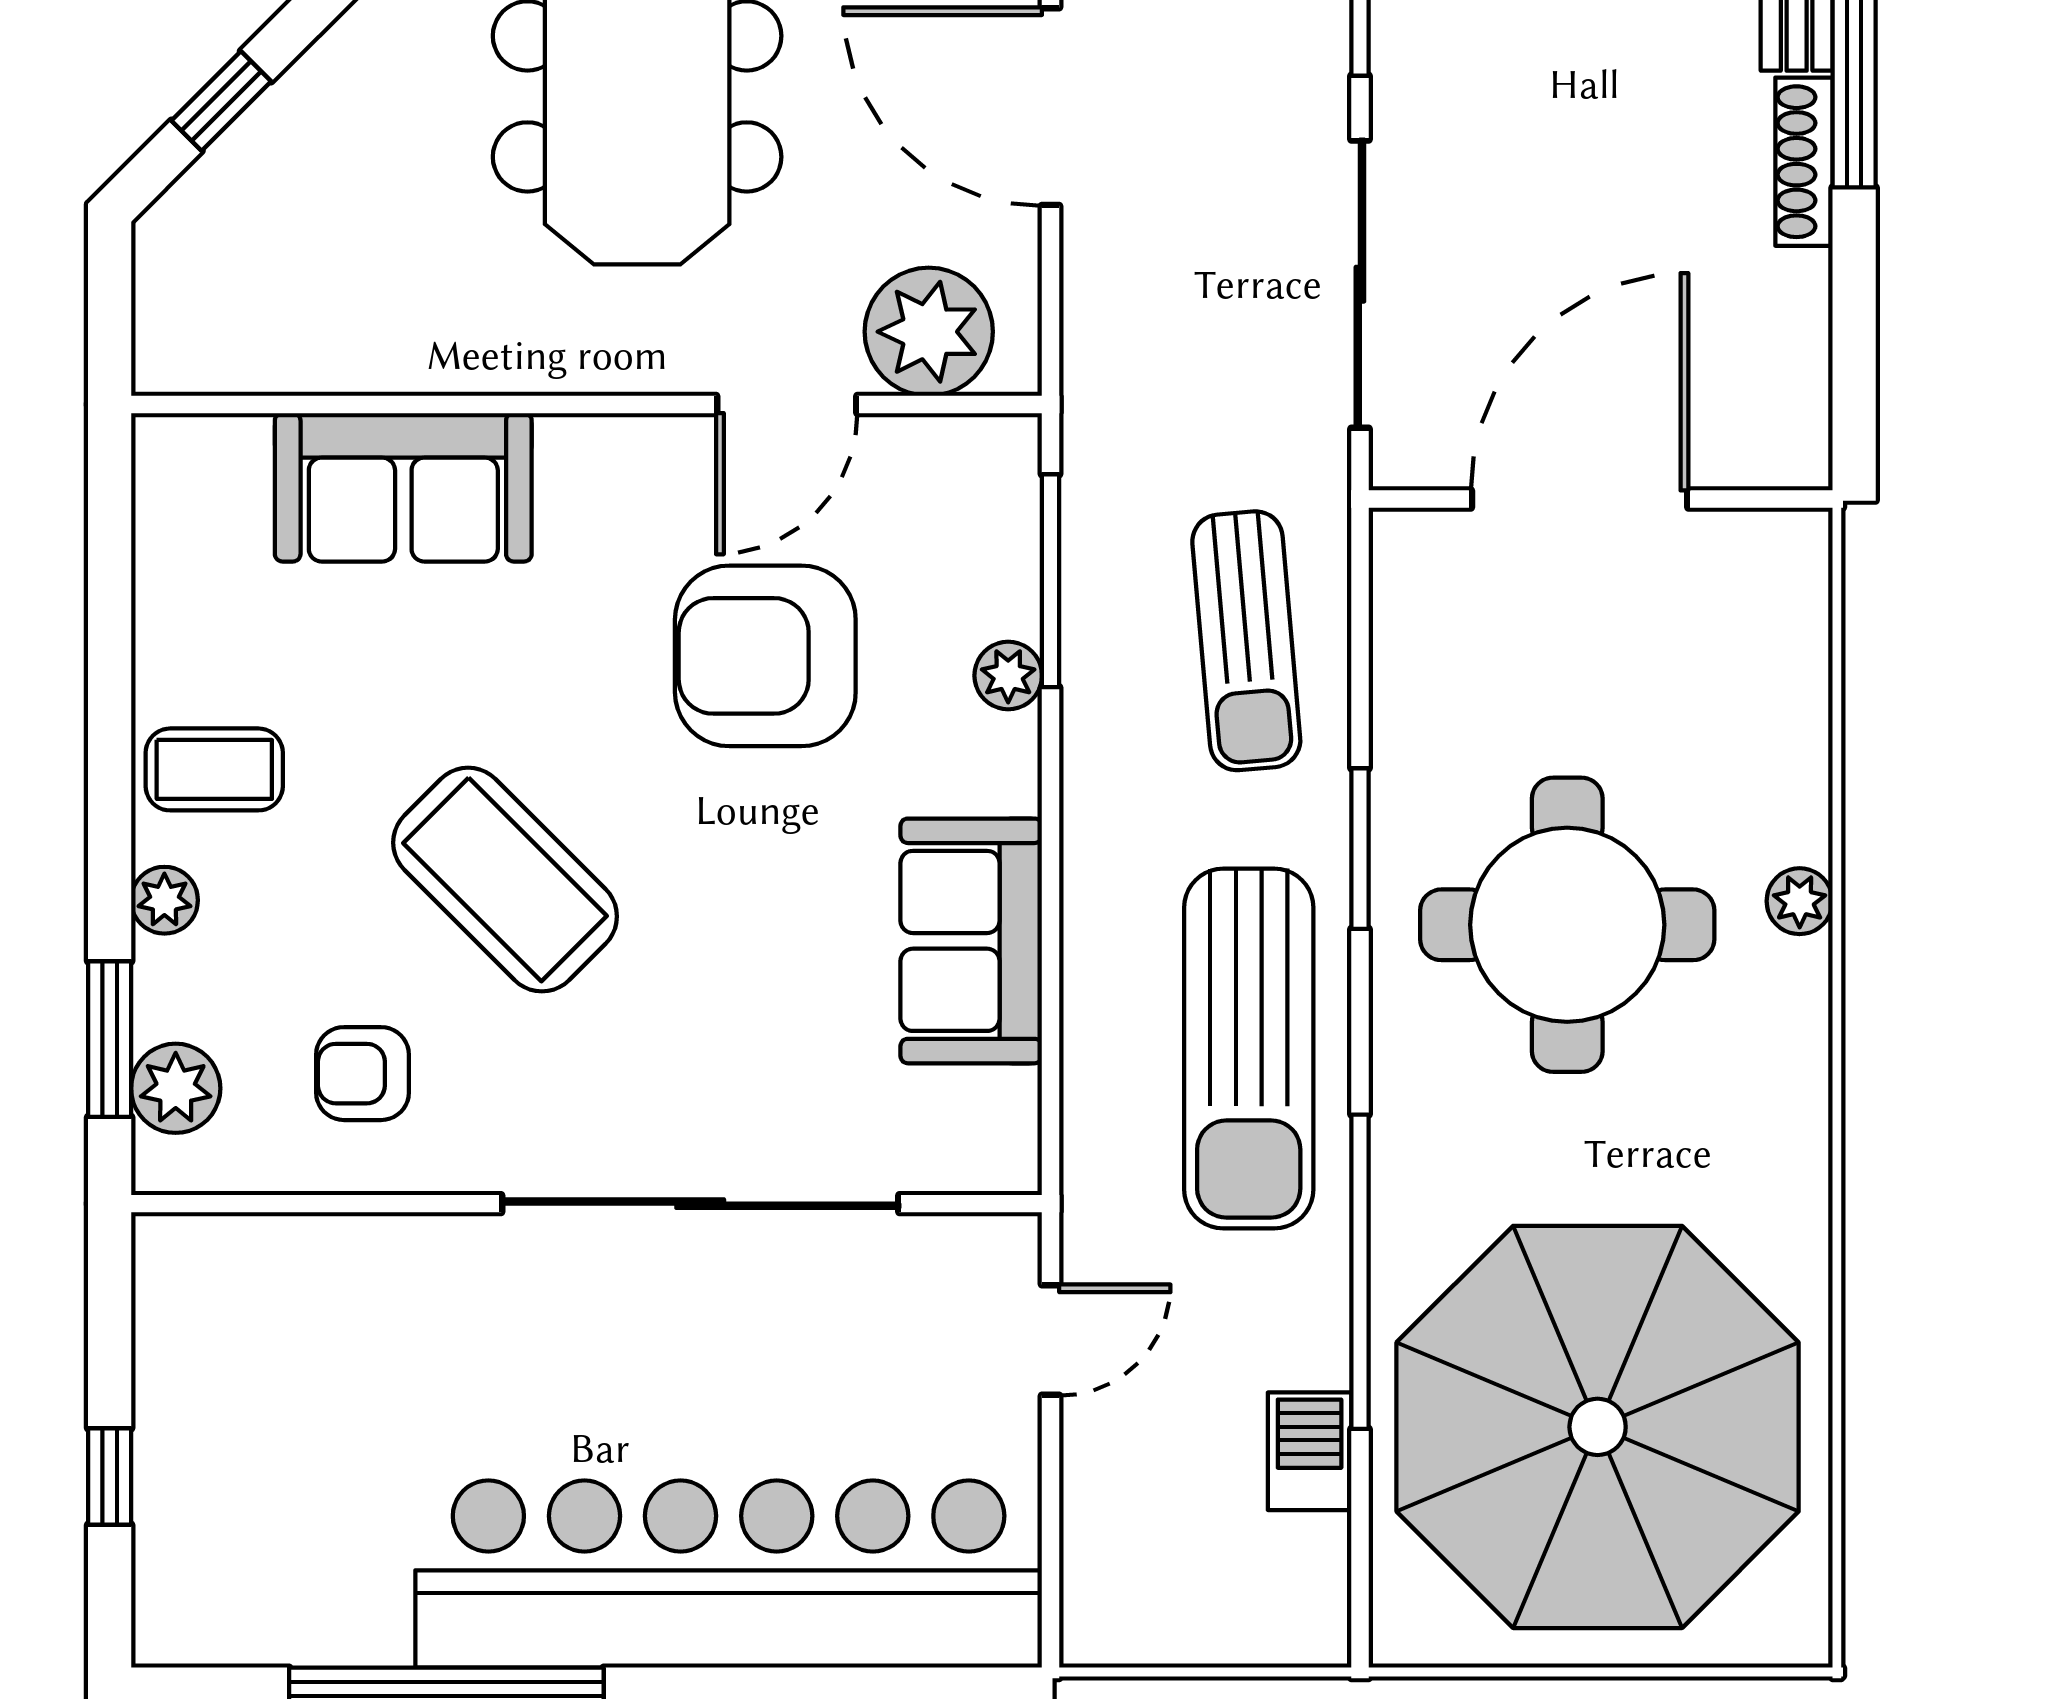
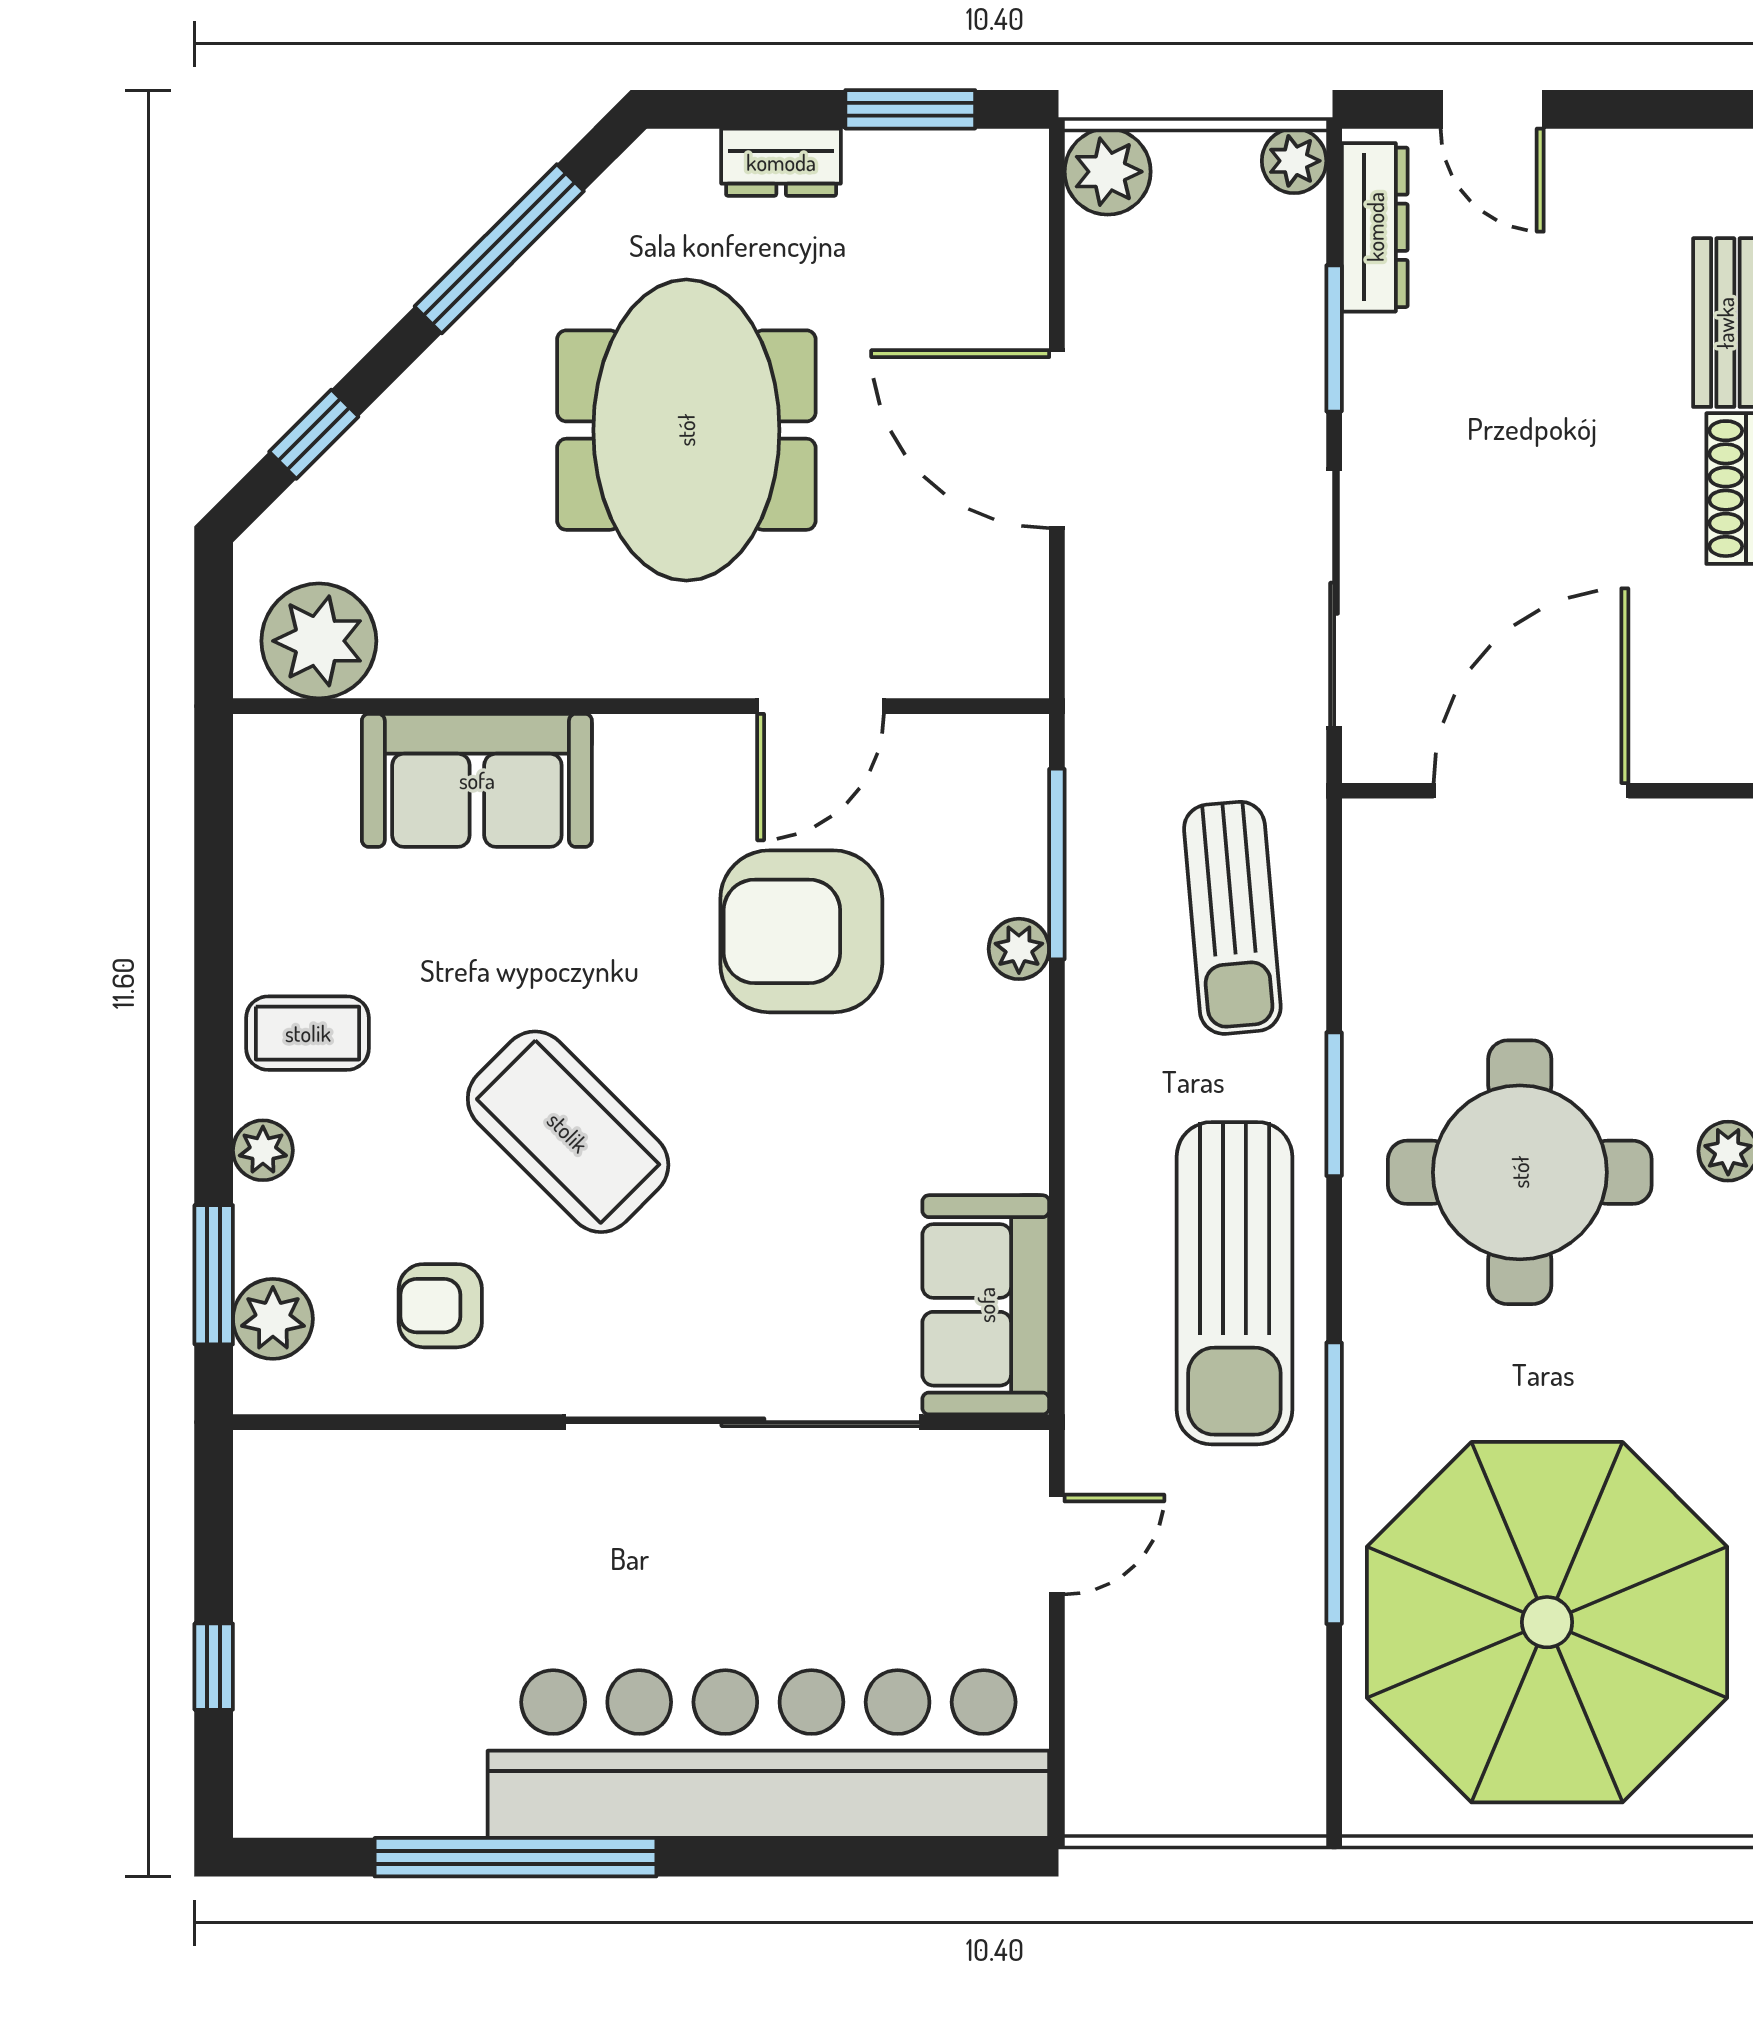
plant: (929, 332) -> (319, 641), moved
sofa: (971, 941) -> (986, 1305), moved
barbecue: (1310, 1451) -> (1289, 1644), removed

